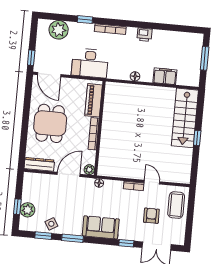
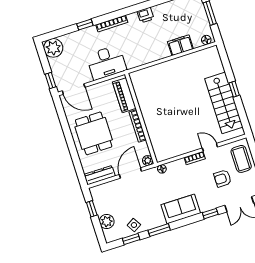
plant: (59, 30) -> (53, 48), moved
floor lamp: (135, 76) -> (206, 40), moved
stairs: (185, 118) -> (224, 103), moved
window: (17, 207) -> (92, 209), moved
armchair: (151, 216) -> (223, 178), turned -90

